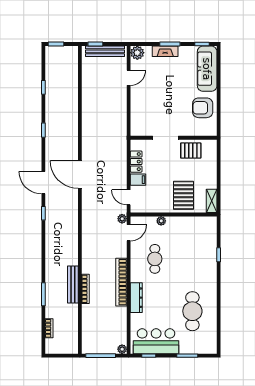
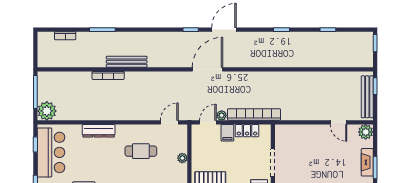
door: (80, 175) -> (207, 69), moved
plant: (122, 219) -> (222, 115), moved
door: (129, 233) -> (169, 122), swing flipped
bookcase: (121, 282) -> (254, 115), moved
bench: (73, 285) -> (127, 62), moved
plant: (122, 349) -> (47, 111), width x1.87, depth x1.87

